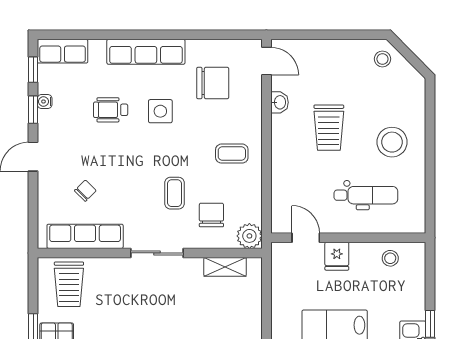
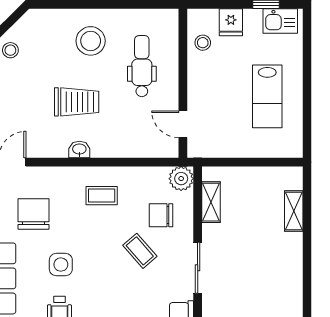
washbasin: (279, 102) -> (79, 150), moved
coffee table: (232, 154) -> (102, 196), turned 90
coffee table: (174, 193) -> (140, 251), turned 49
door: (306, 238) -> (183, 124), hinge flipped
fridge: (337, 256) -> (231, 22), moved, turned 90

